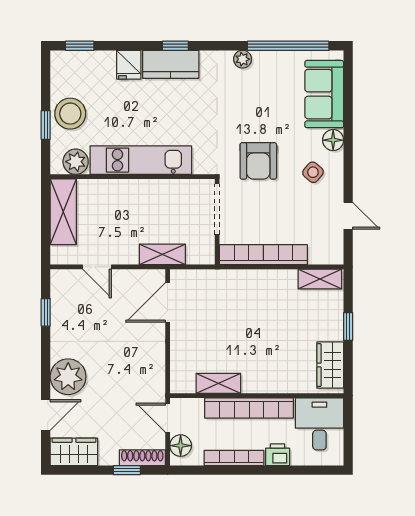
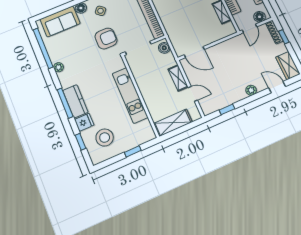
window: (80, 46) -> (81, 142), moved
window: (175, 46) -> (65, 103), width x2.17
stool: (70, 114) -> (105, 137), moved
plant: (76, 162) -> (145, 128), removed
shelving: (162, 254) -> (178, 78), moved
boiler: (198, 254) -> (164, 48), added
door: (97, 267) -> (193, 94), hinge flipped
plant: (68, 377) -> (251, 90), width x0.53, depth x0.53

